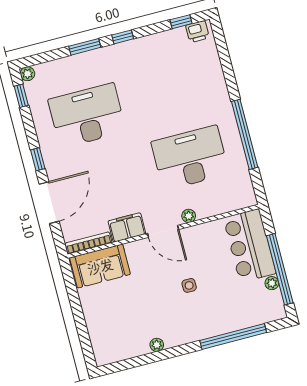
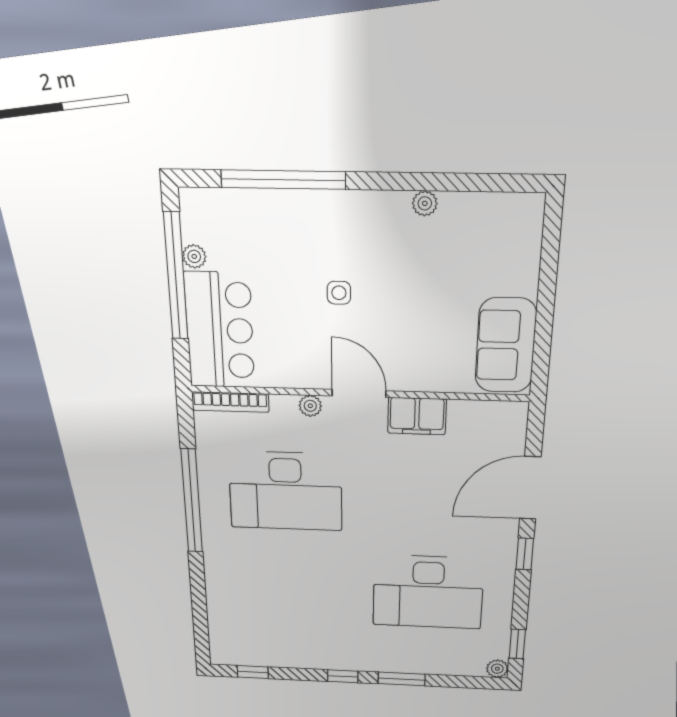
printer: (197, 32) -> (232, 654), removed
bookcase: (89, 243) -> (230, 402), moved
sofa: (100, 266) -> (506, 345), moved, turned -90

